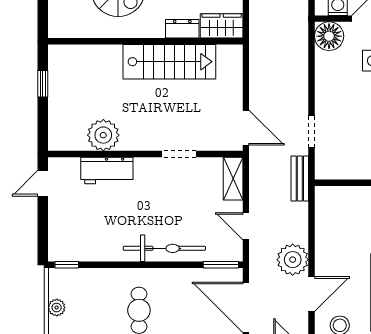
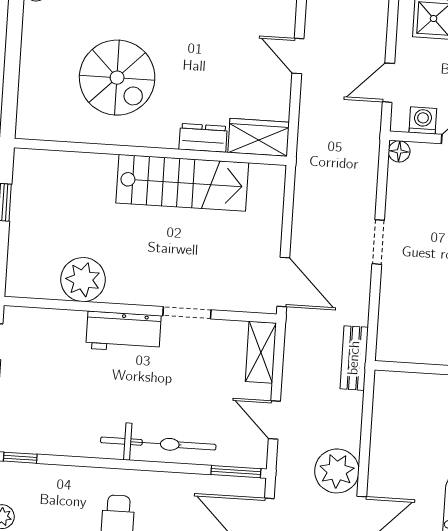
floor lamp: (329, 36) -> (399, 151), width x0.53, depth x0.53
doorway: (312, 131) -> (378, 242), moved
workbench: (107, 170) -> (123, 332), moved

